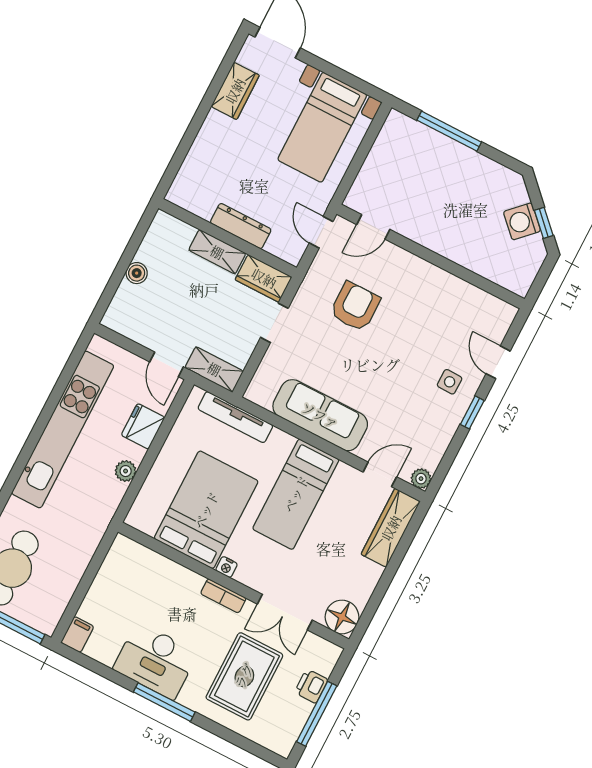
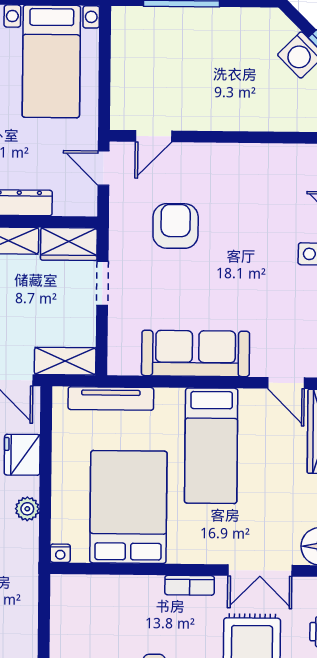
door: (380, 474) -> (286, 383), swing flipped
nightstand: (227, 567) -> (60, 553), moved

